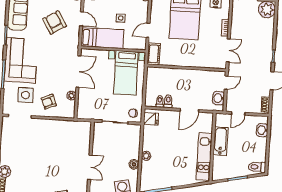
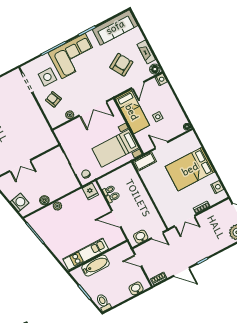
bathtub: (221, 141) -> (95, 266), moved

